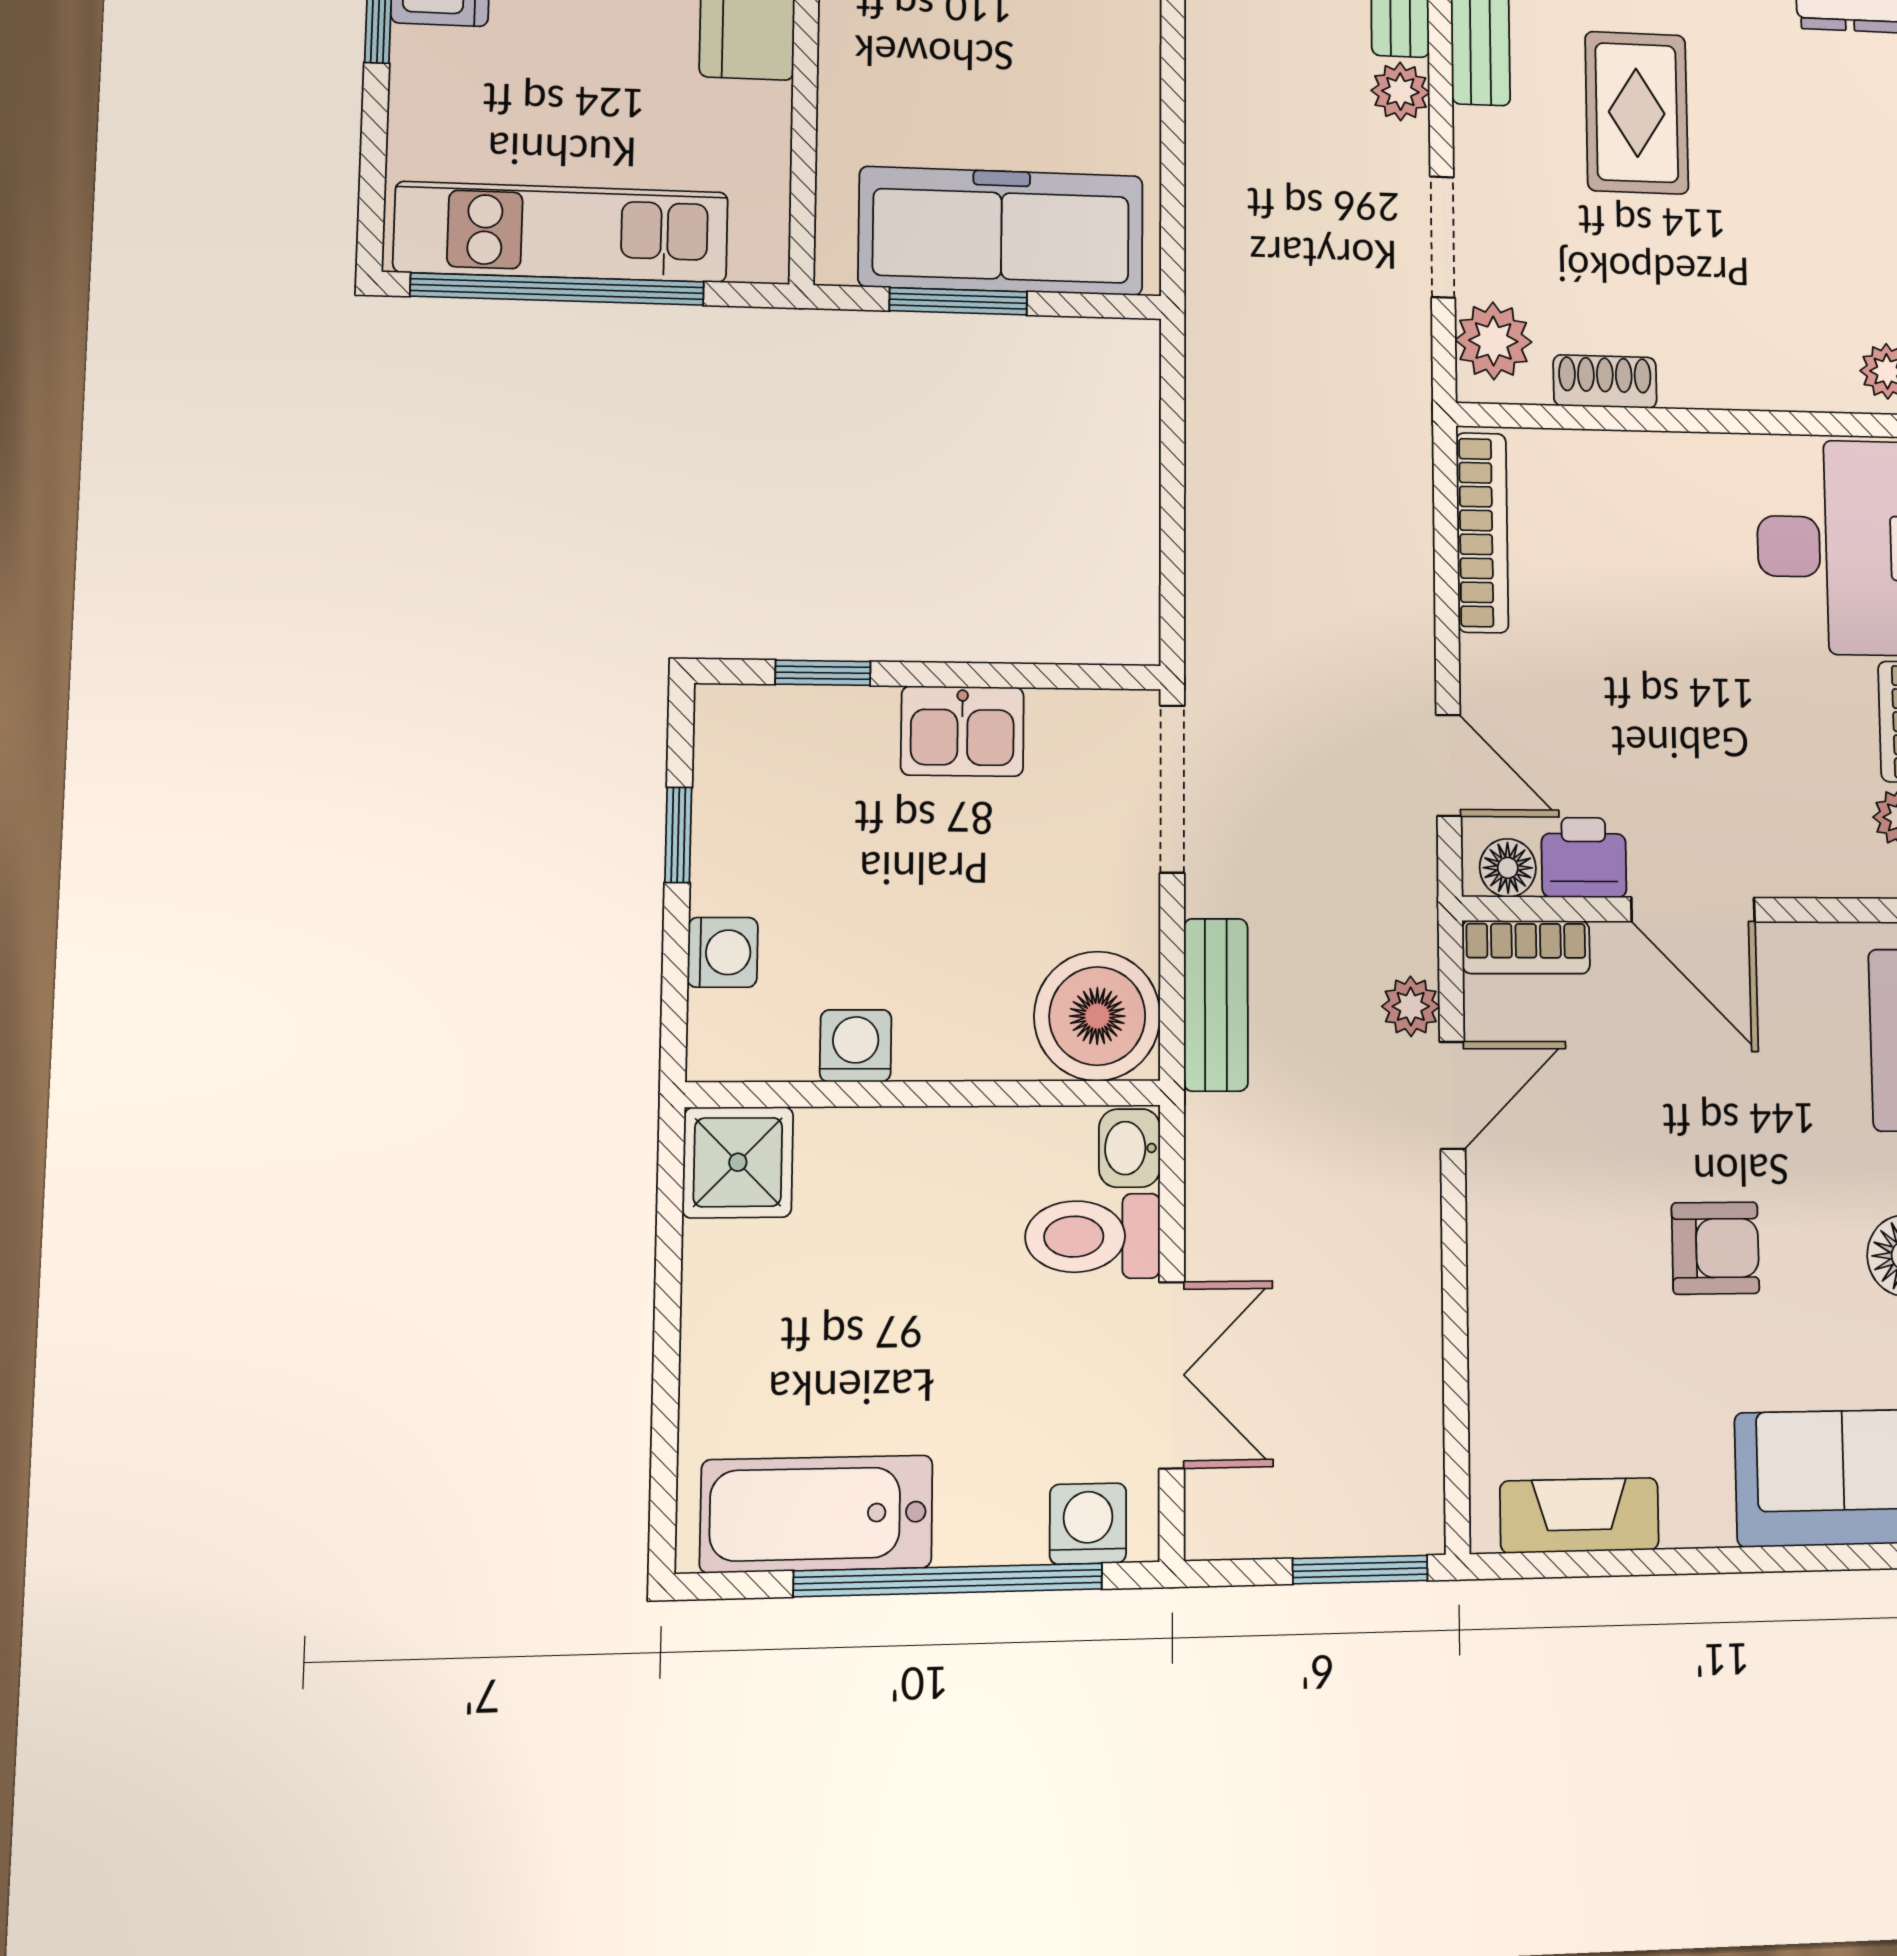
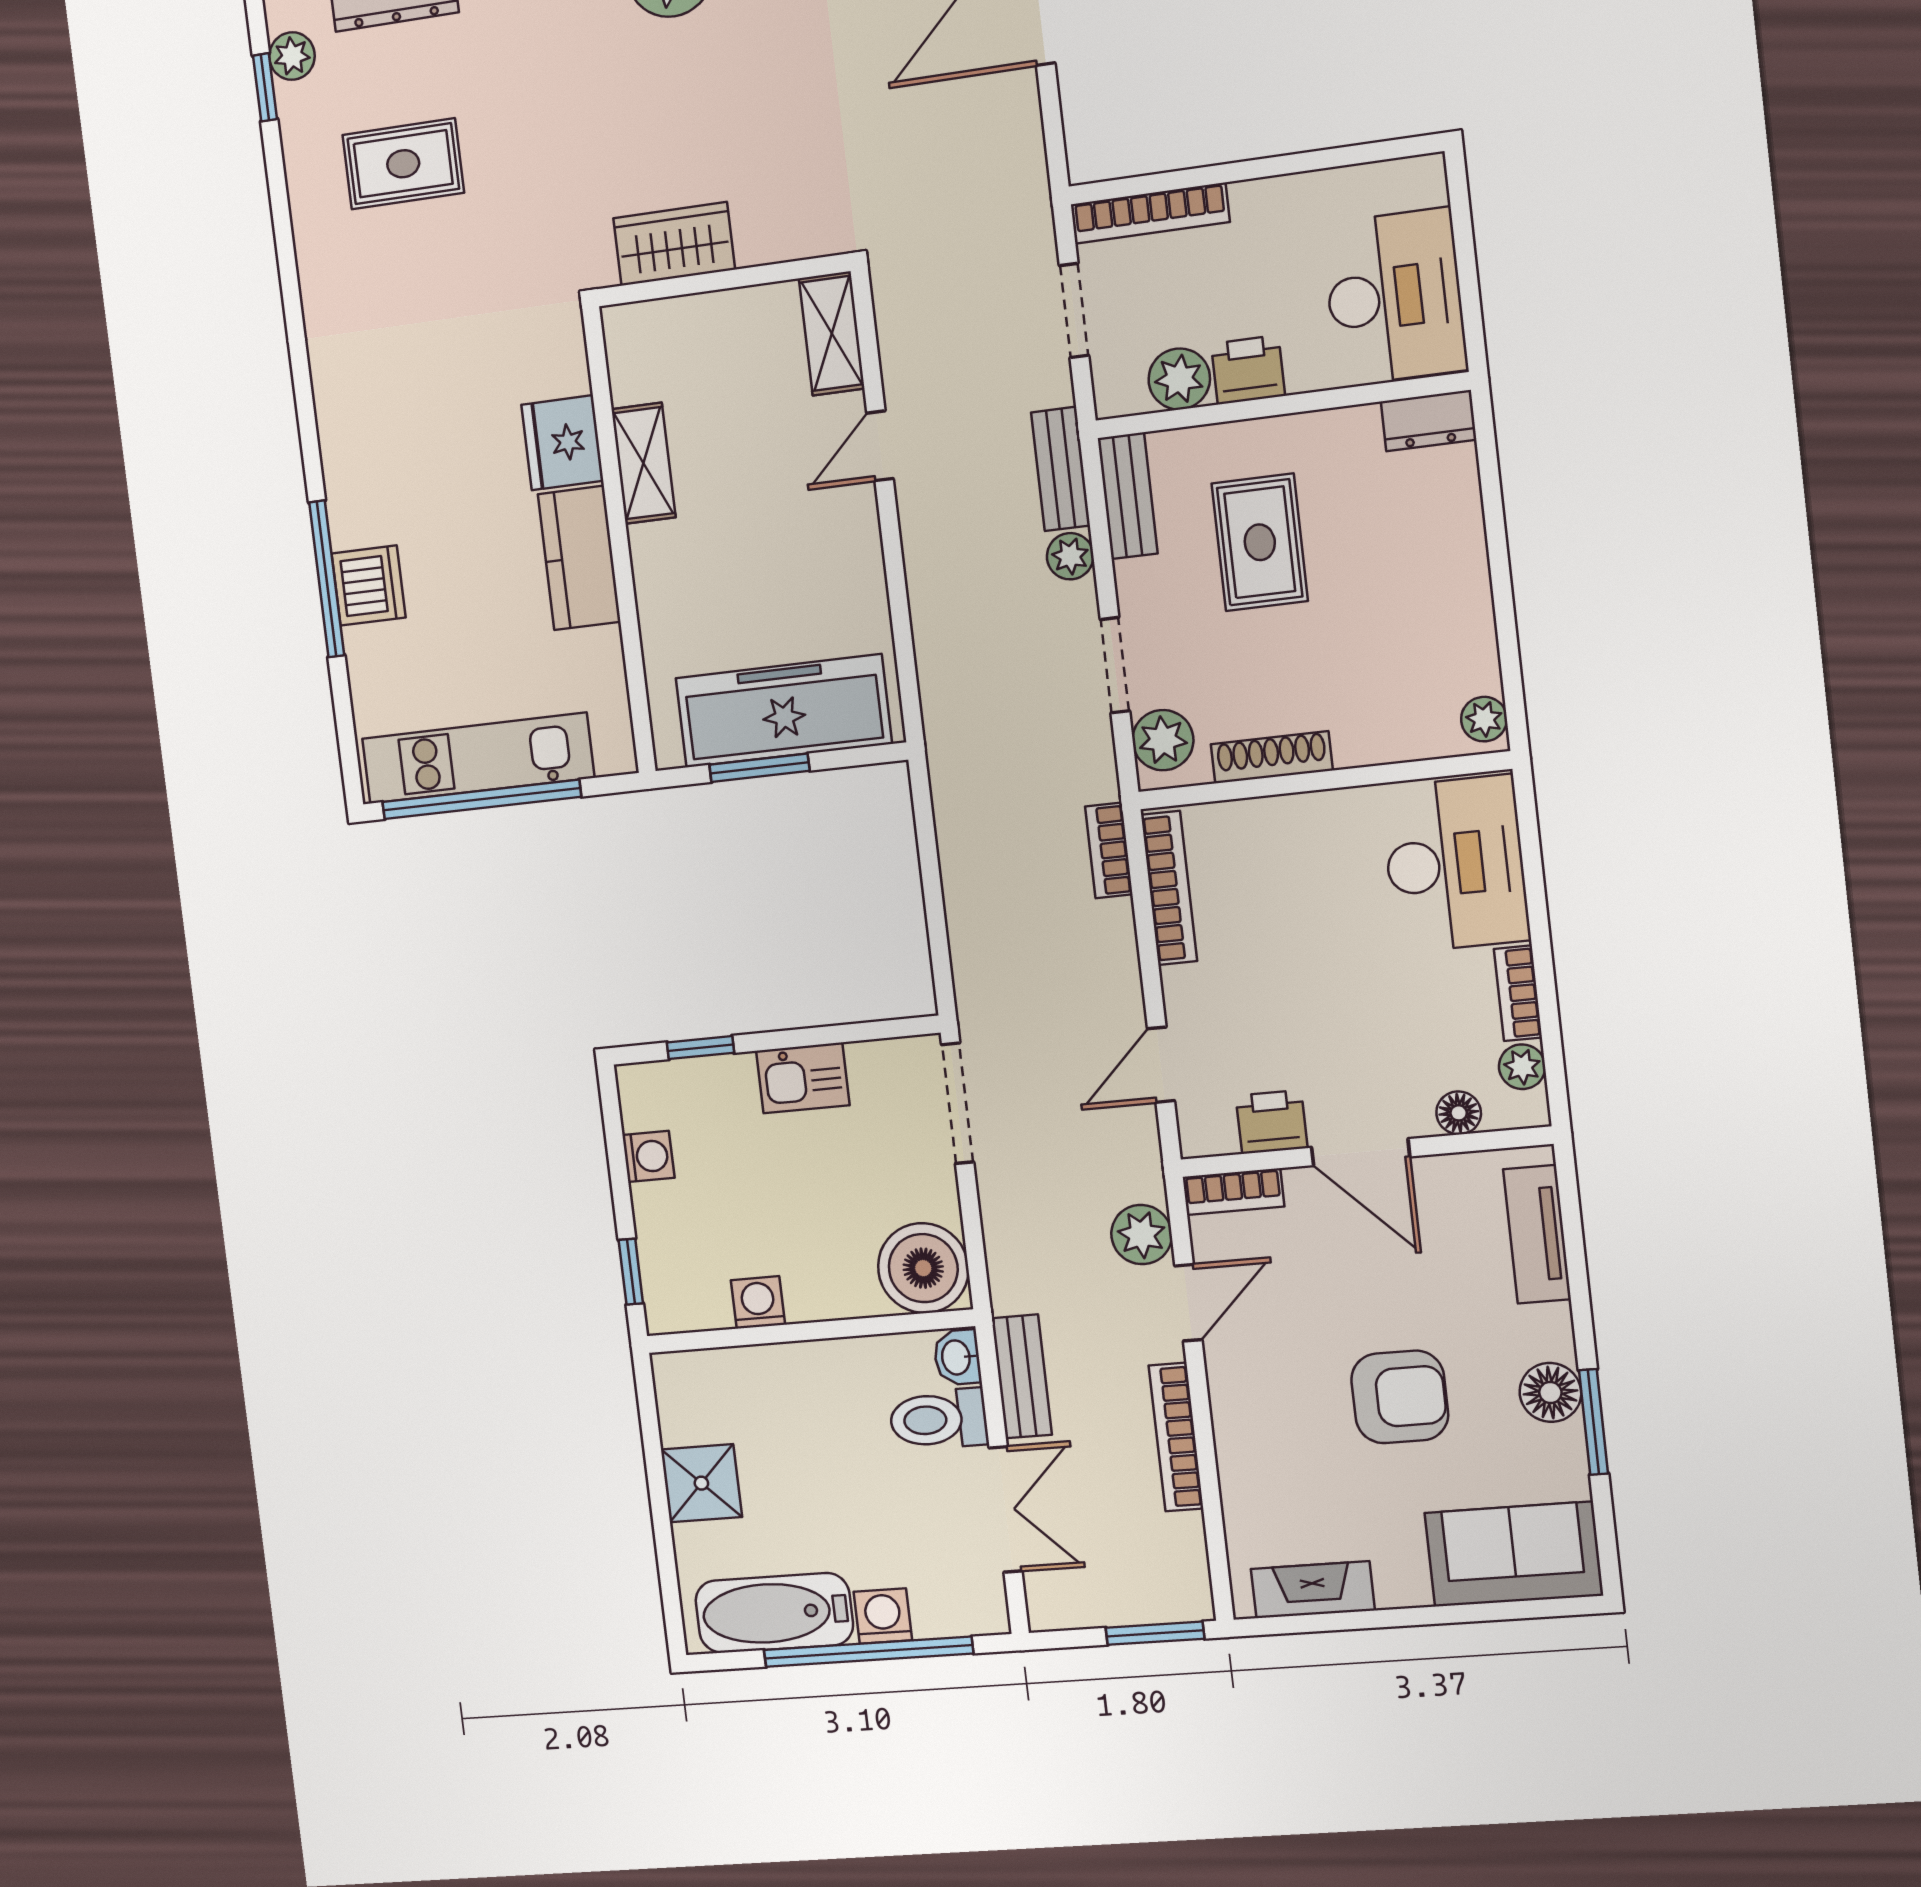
shoe rack: (1605, 381) -> (1272, 757), width x1.43
bookcase: (1410, 473) -> (1109, 850), added
door: (1449, 765) -> (1161, 1065), swing flipped
window: (678, 835) -> (631, 1272), moved
floor lamp: (1508, 868) -> (1459, 1113), moved
washing machine: (723, 952) -> (648, 1156), moved
bench: (1216, 1005) -> (1022, 1376), moved
plant: (1411, 1006) -> (1142, 1235), width x1.38, depth x1.38
shower: (738, 1162) -> (701, 1483), moved
armchair: (1715, 1248) -> (1400, 1397), width x1.38, depth x1.38
bookcase: (1417, 1284) -> (1176, 1437), added
washing machine: (1088, 1524) -> (883, 1616), moved

